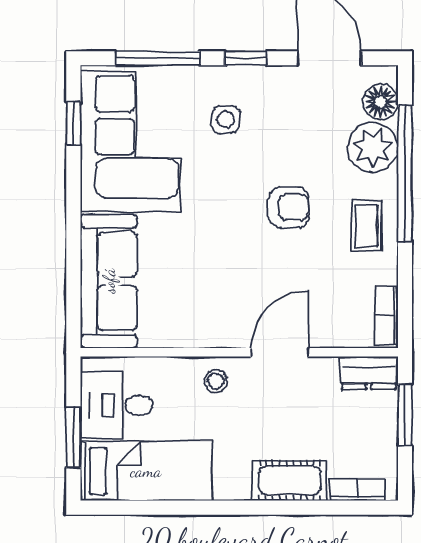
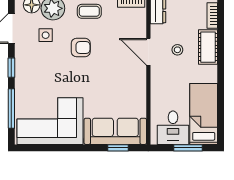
side table: (226, 119) -> (46, 35), moved
window: (73, 123) -> (118, 148), moved
armchair: (289, 207) -> (81, 48), turned 90
stool: (216, 381) -> (177, 50), moved

